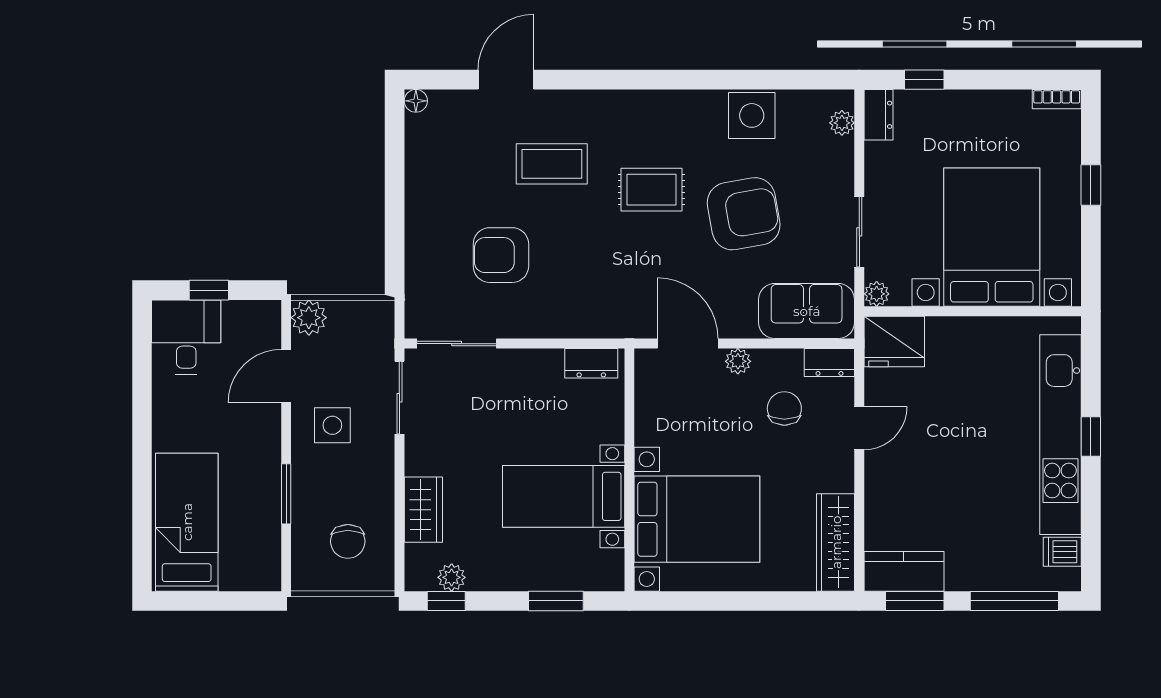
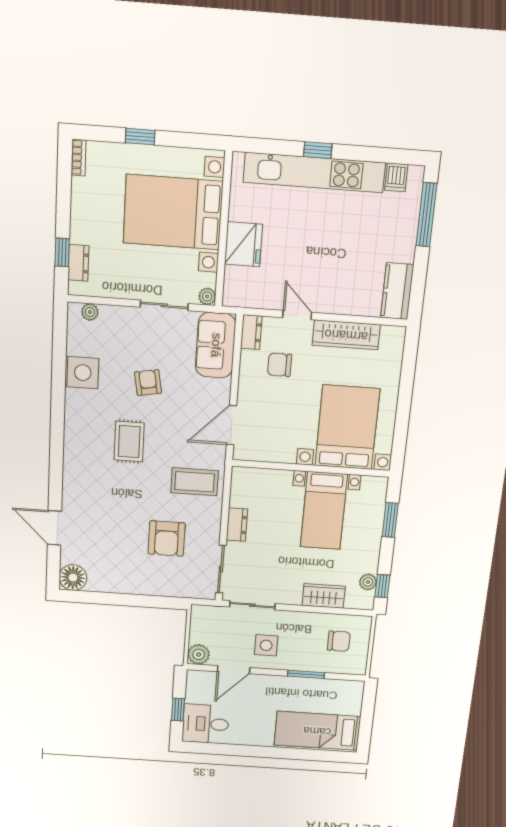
floor lamp: (416, 101) -> (73, 578), width x1.89, depth x1.89
dresser: (878, 115) -> (78, 263), moved, turned 90
coffee table: (552, 164) -> (195, 482), moved, turned 90
armchair: (744, 214) -> (148, 383), width x0.53, depth x0.53
fridge: (894, 342) -> (243, 244), moved
plant: (738, 361) -> (246, 393), removed
dresser: (591, 363) -> (237, 525), moved
door: (286, 376) -> (234, 670), hinge flipped
wardrobe: (836, 542) -> (346, 335), moved
window: (915, 601) -> (418, 285), removed

